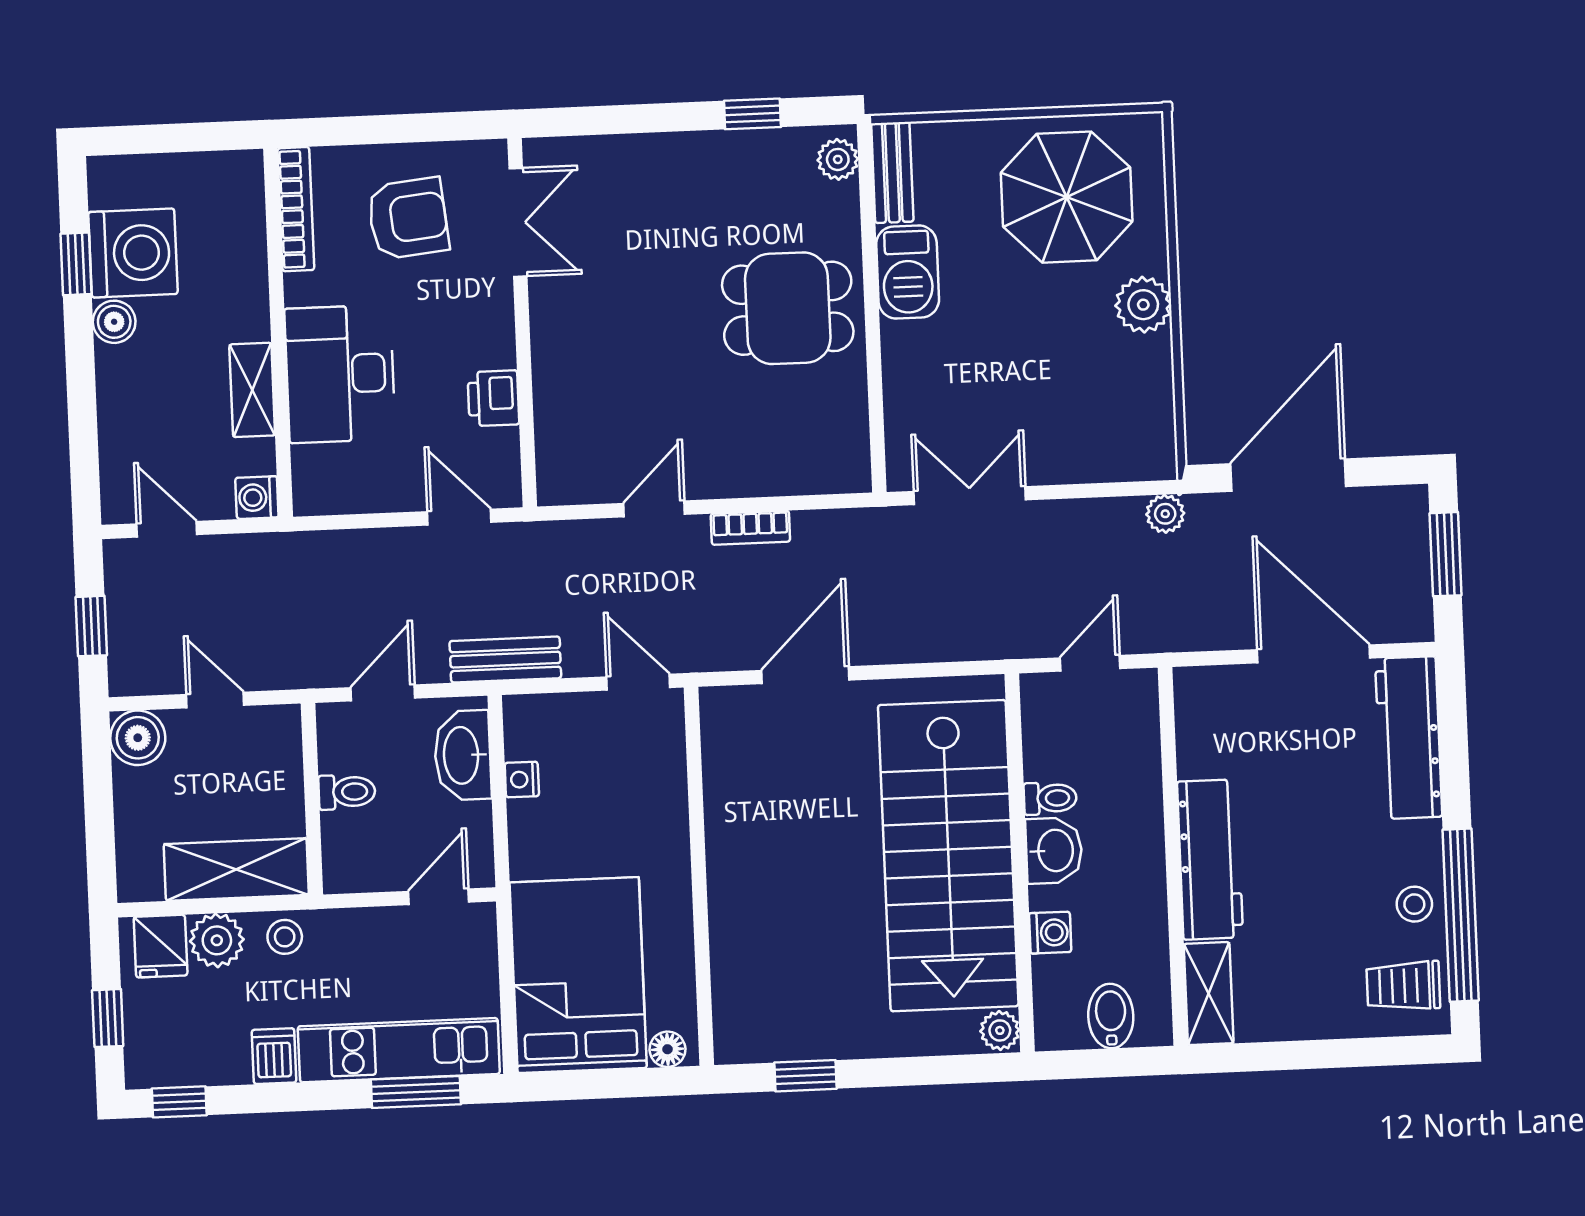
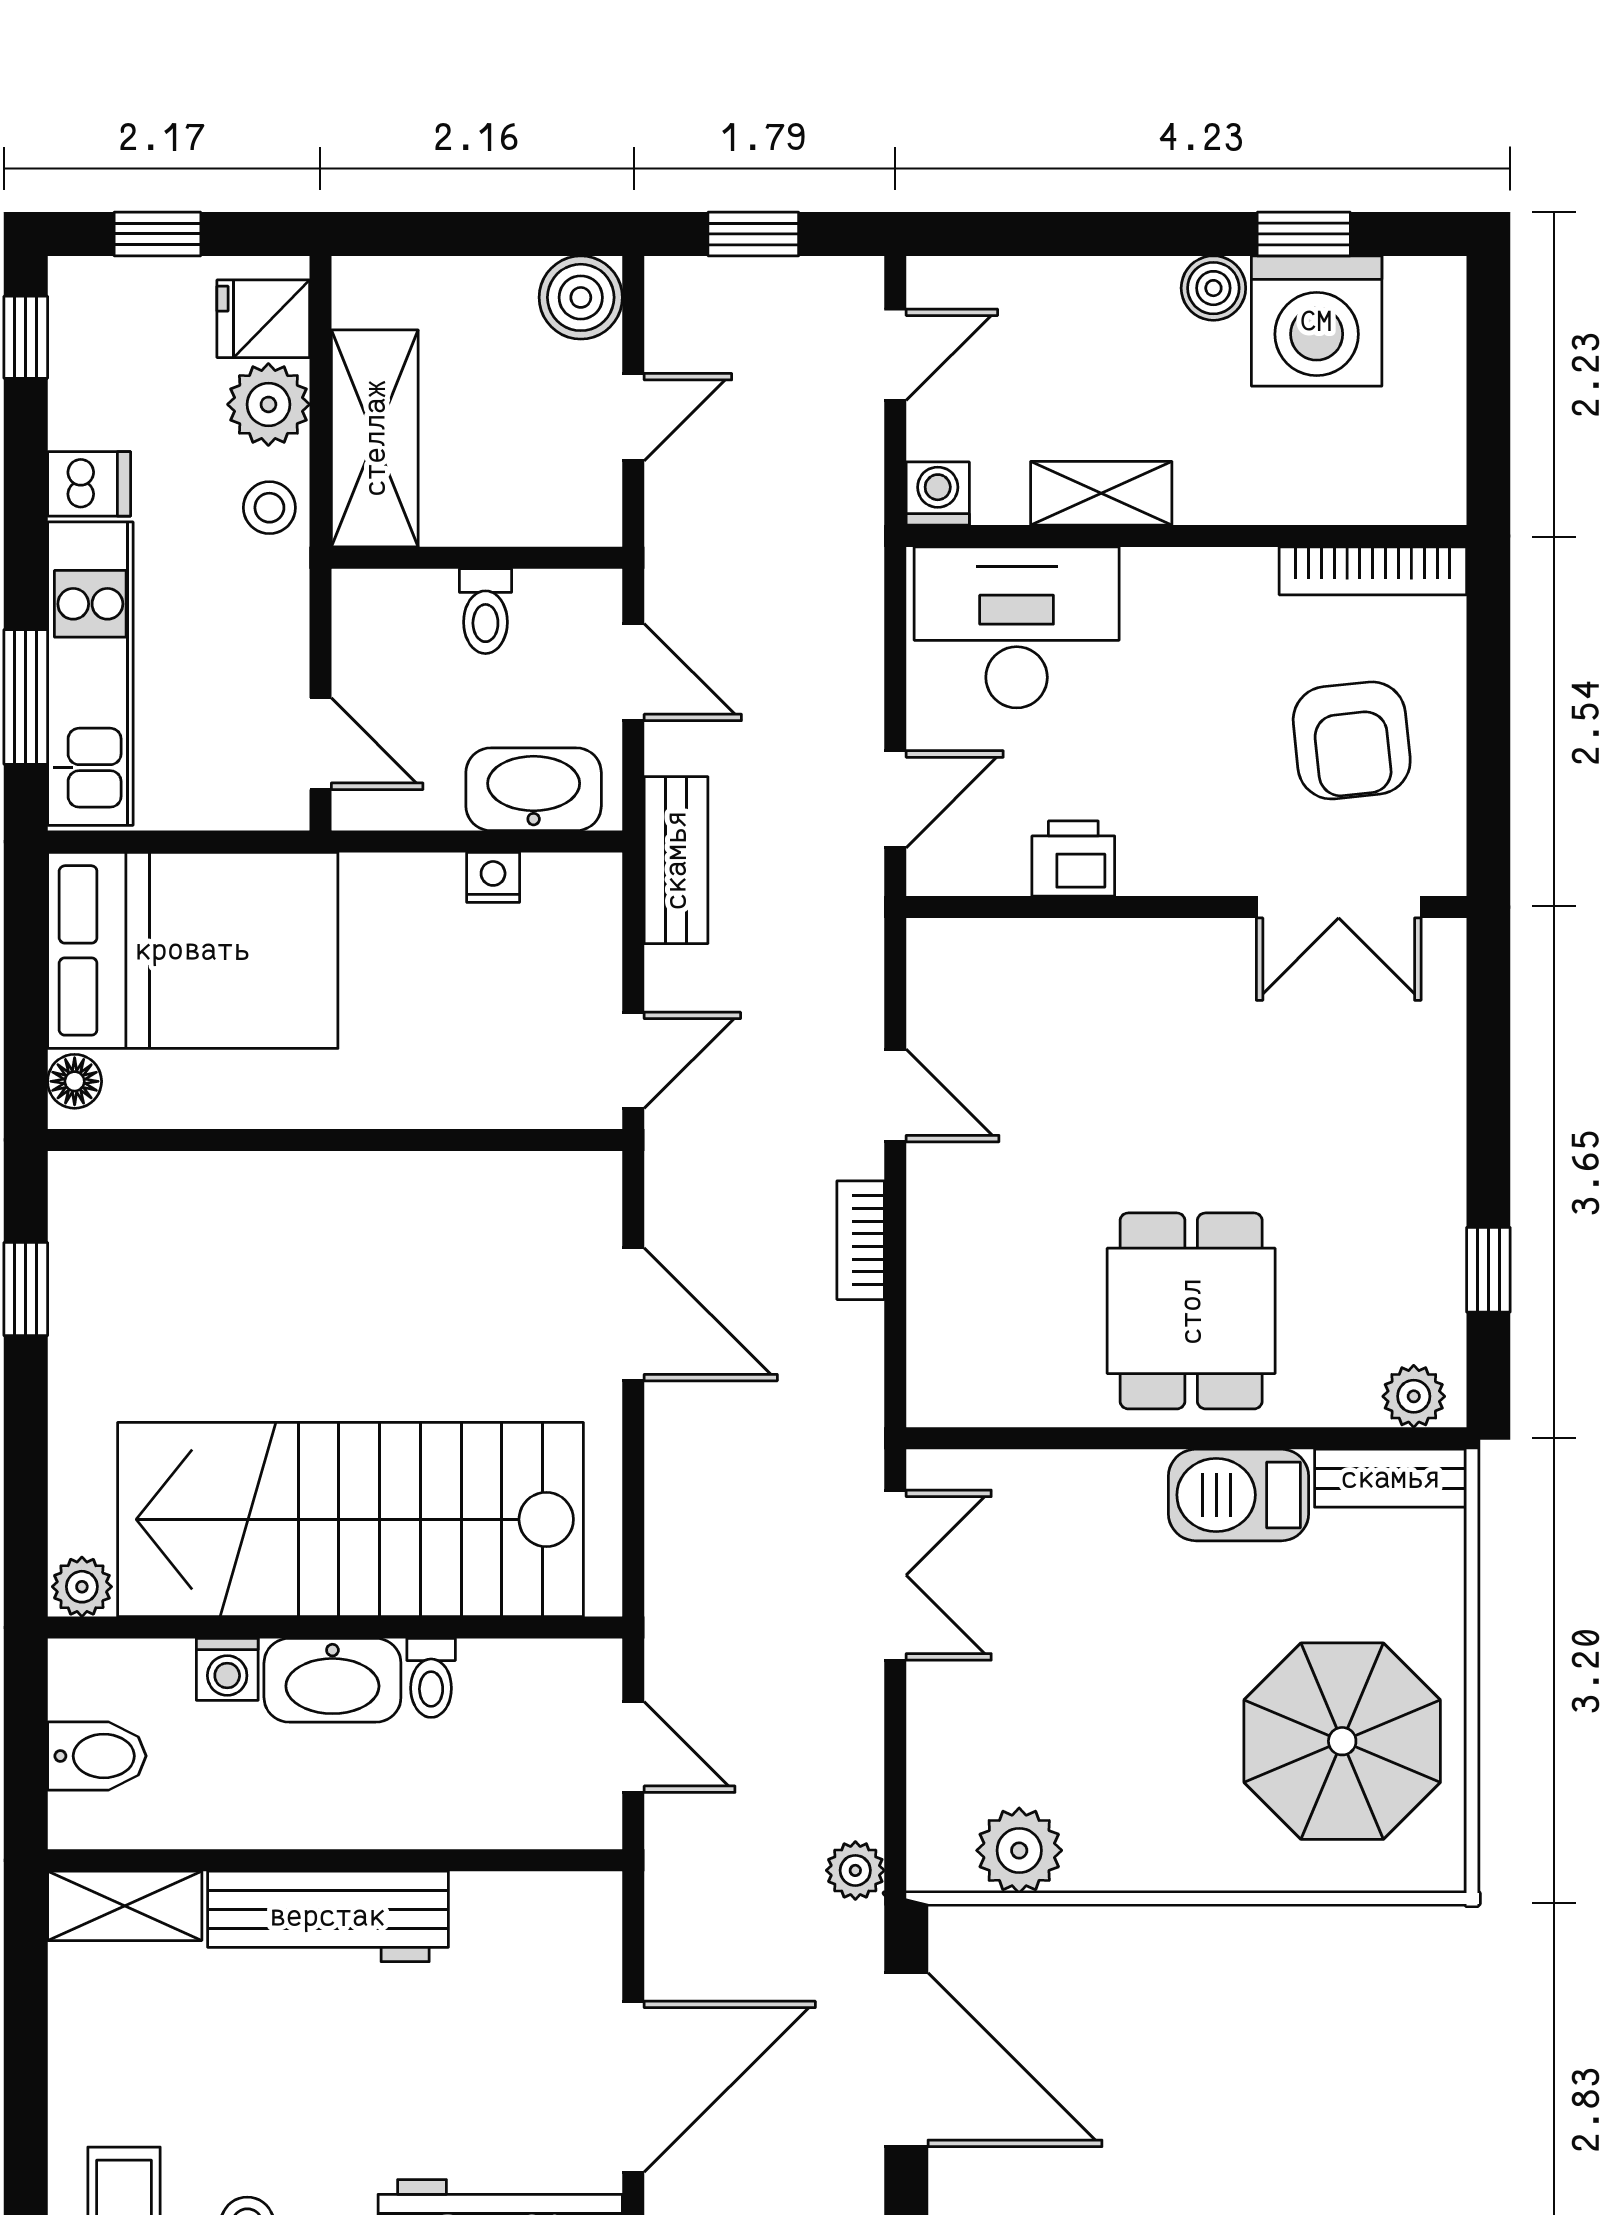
plant: (1143, 305) -> (1019, 1850), moved
desk: (340, 374) -> (1017, 627), moved
washbasin: (1054, 851) -> (332, 1680), width x1.38

